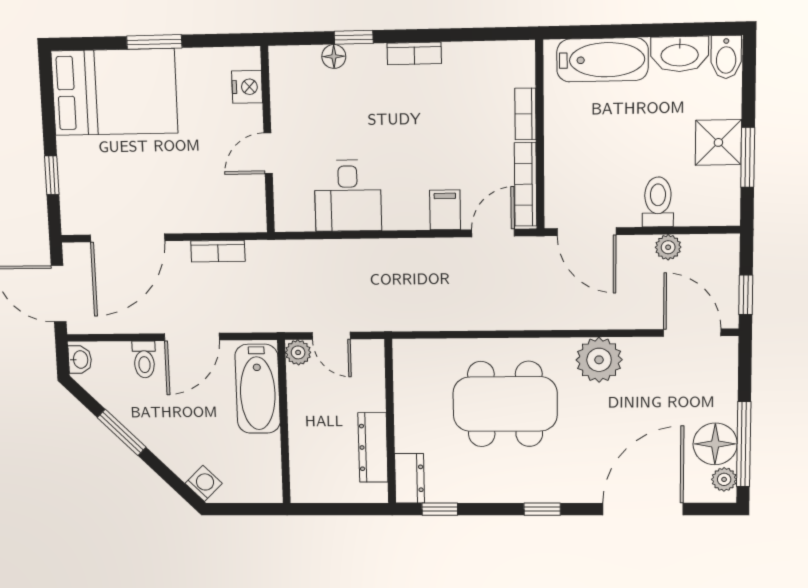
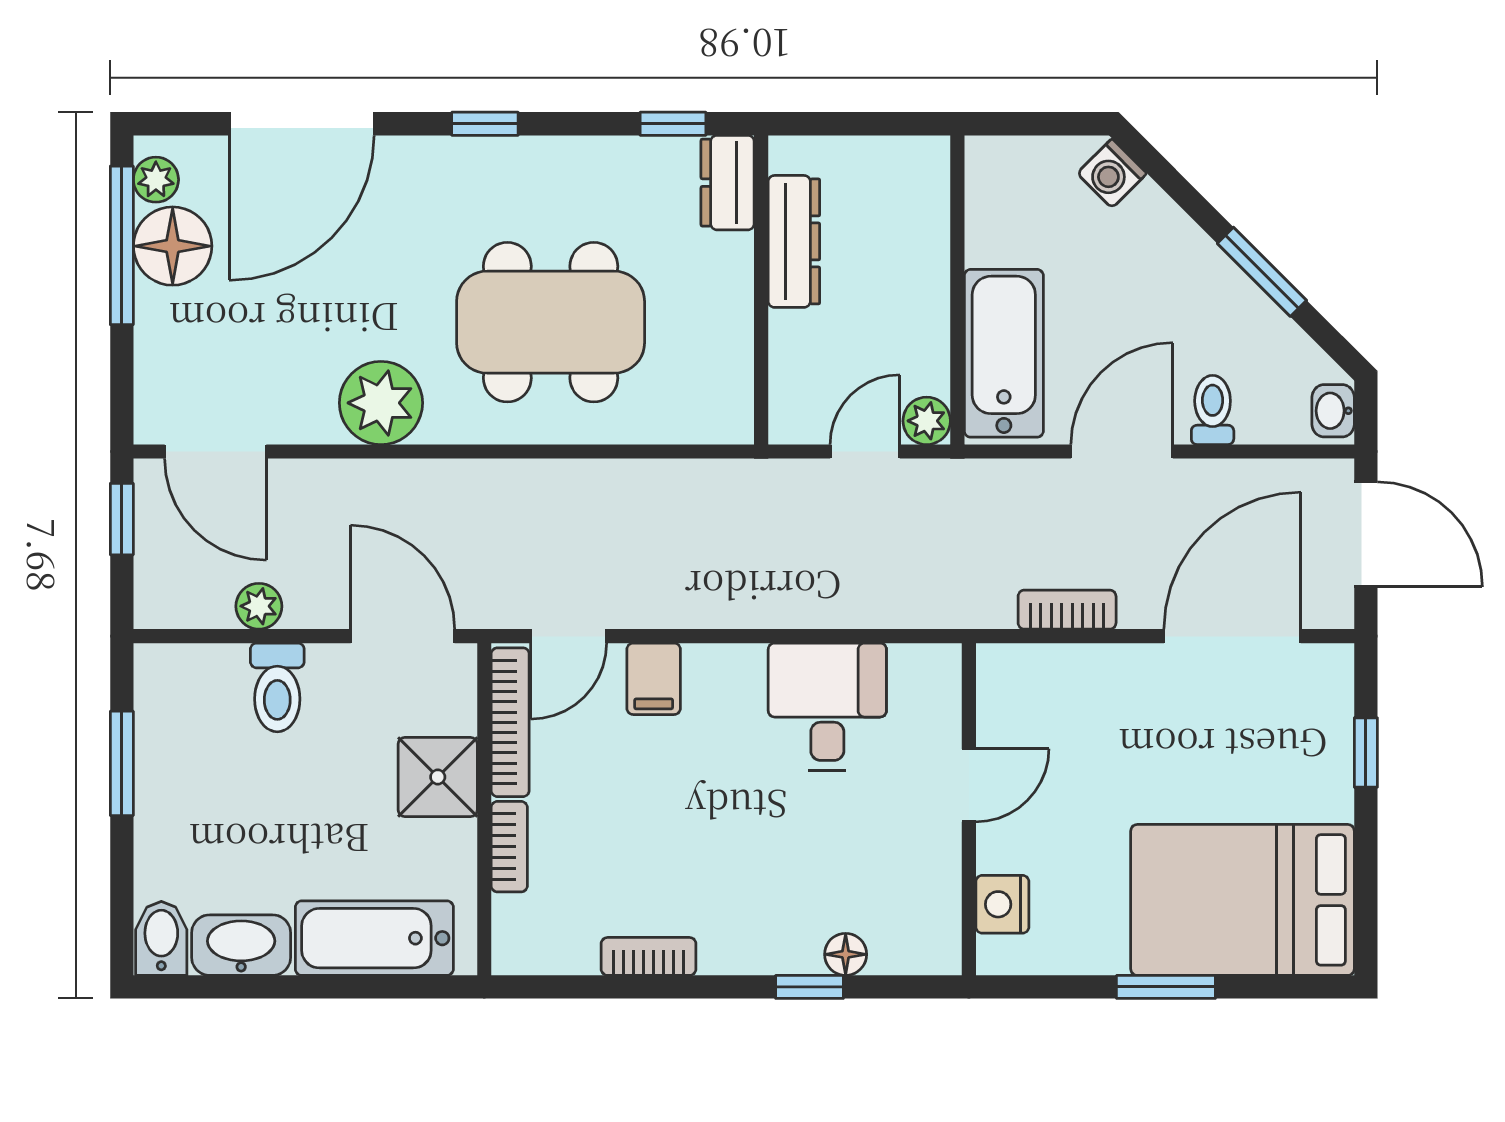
bookcase: (414, 53) -> (649, 956), moved
shower: (718, 142) -> (438, 777), moved
door: (331, 336) -> (865, 451), hinge flipped

